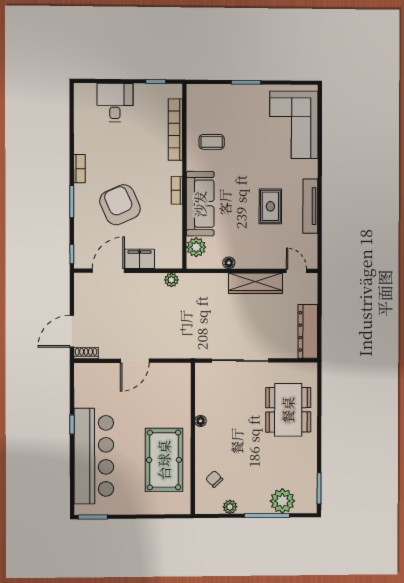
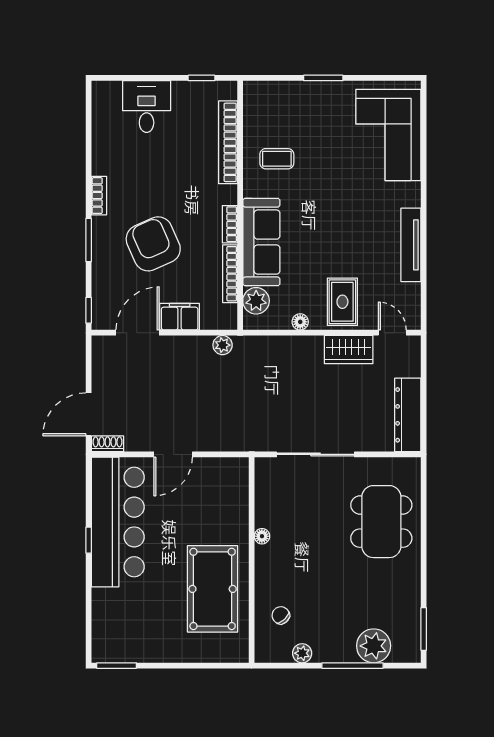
rug: (270, 206) -> (342, 302), moved
bookcase: (177, 227) -> (230, 274), added
wardrobe: (255, 283) -> (349, 350), width x0.67
bar counter: (94, 456) -> (118, 522), moved

